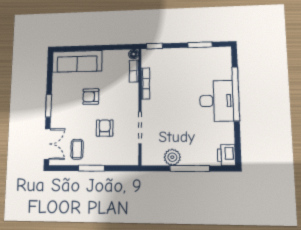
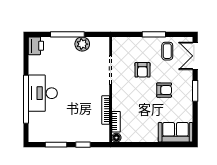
window: (155, 46) -> (83, 145), moved
sofa: (77, 61) -> (176, 132), width x0.73
armchair: (91, 97) -> (164, 90), moved

